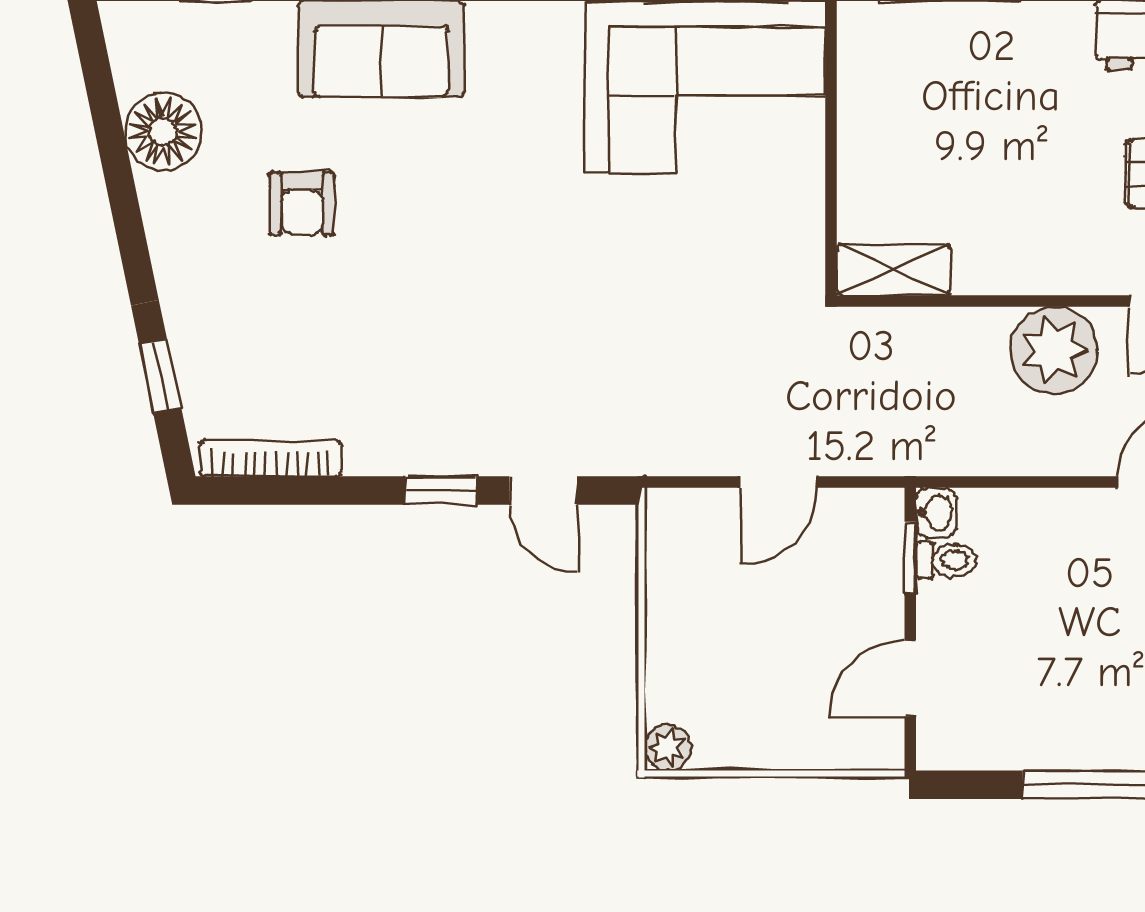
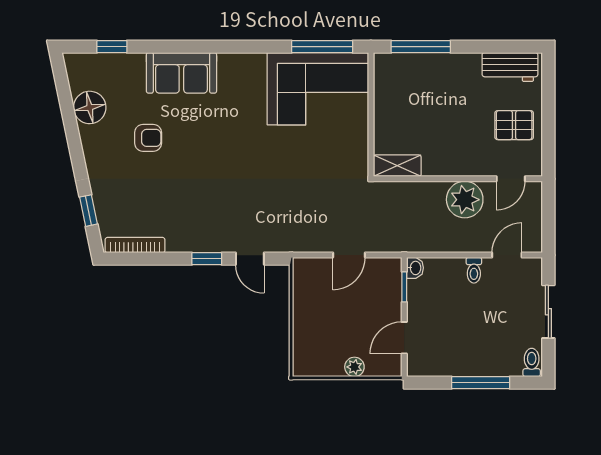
armchair: (302, 204) -> (148, 138), turned -90
toilet: (946, 560) -> (474, 270), moved, turned 90
plant: (667, 748) -> (354, 367), moved

